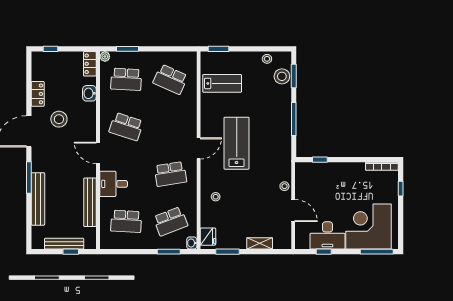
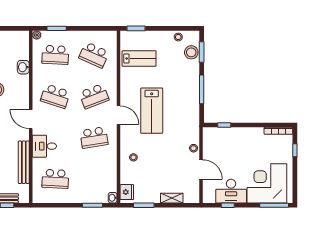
locker: (90, 64) -> (24, 41), removed
lab bench: (237, 143) -> (152, 111), turned 180
door: (199, 148) -> (119, 115), hinge flipped
school desk: (170, 221) -> (94, 96), moved

